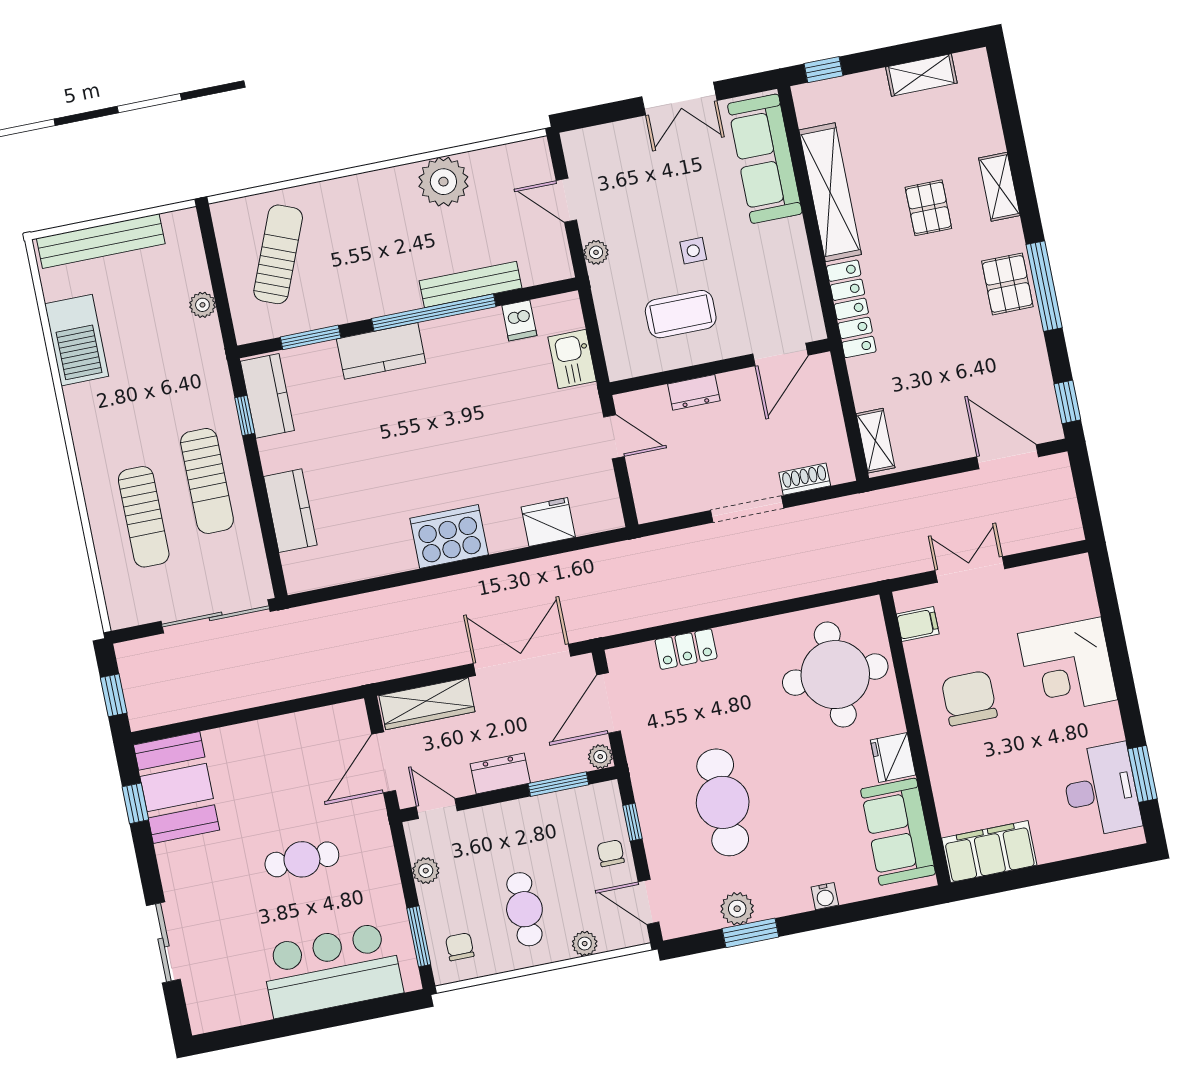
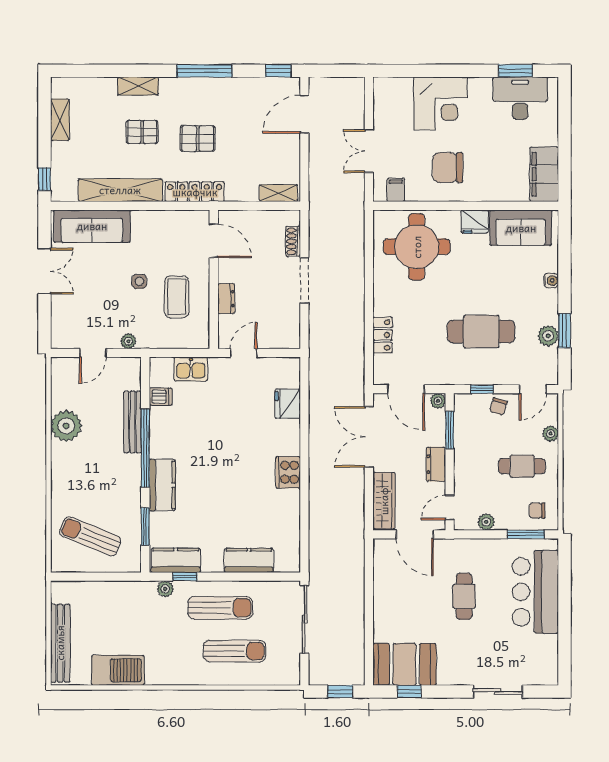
pallet: (1007, 284) -> (198, 139), moved
plant: (202, 305) -> (165, 589), moved
cooker: (449, 537) -> (288, 472), width x0.73, depth x0.76
chair: (611, 853) -> (498, 406), turned -73

